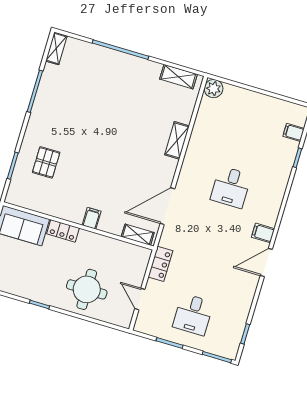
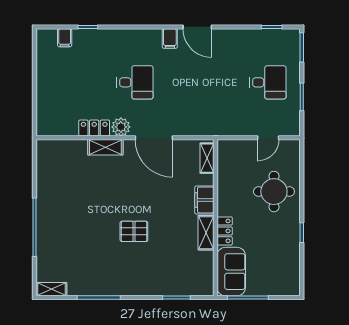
shelving: (178, 77) -> (206, 233), moved
plant: (214, 89) -> (121, 127), moved
pallet: (46, 162) -> (134, 231), moved
door: (167, 206) -> (154, 138), moved
filing cabinet: (92, 218) -> (204, 200), width x2.00
locker: (160, 264) -> (94, 128), moved

